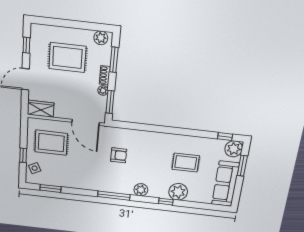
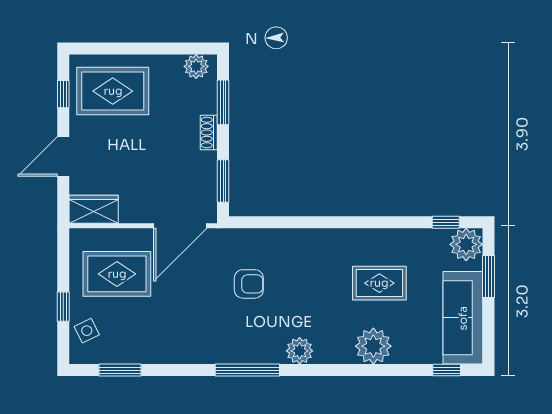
rug: (67, 57) -> (113, 91), moved
plant: (103, 90) -> (208, 161), removed
door: (86, 122) -> (180, 226), hinge flipped
window: (166, 202) -> (447, 370), moved

